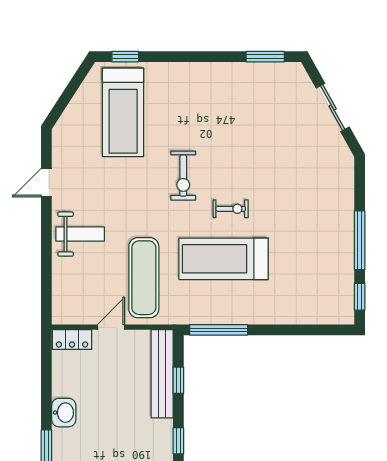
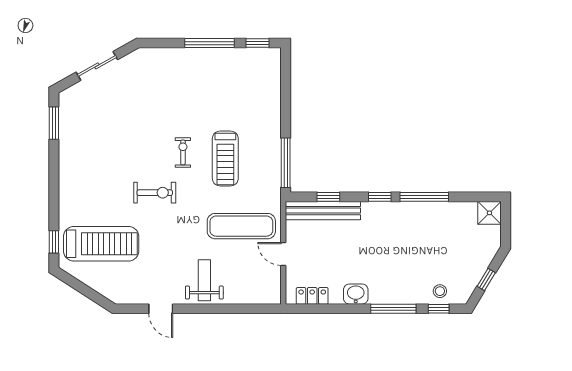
treadmill: (224, 259) -> (225, 159), width x0.73, depth x0.73
locker: (72, 340) -> (312, 296), moved, turned -90

